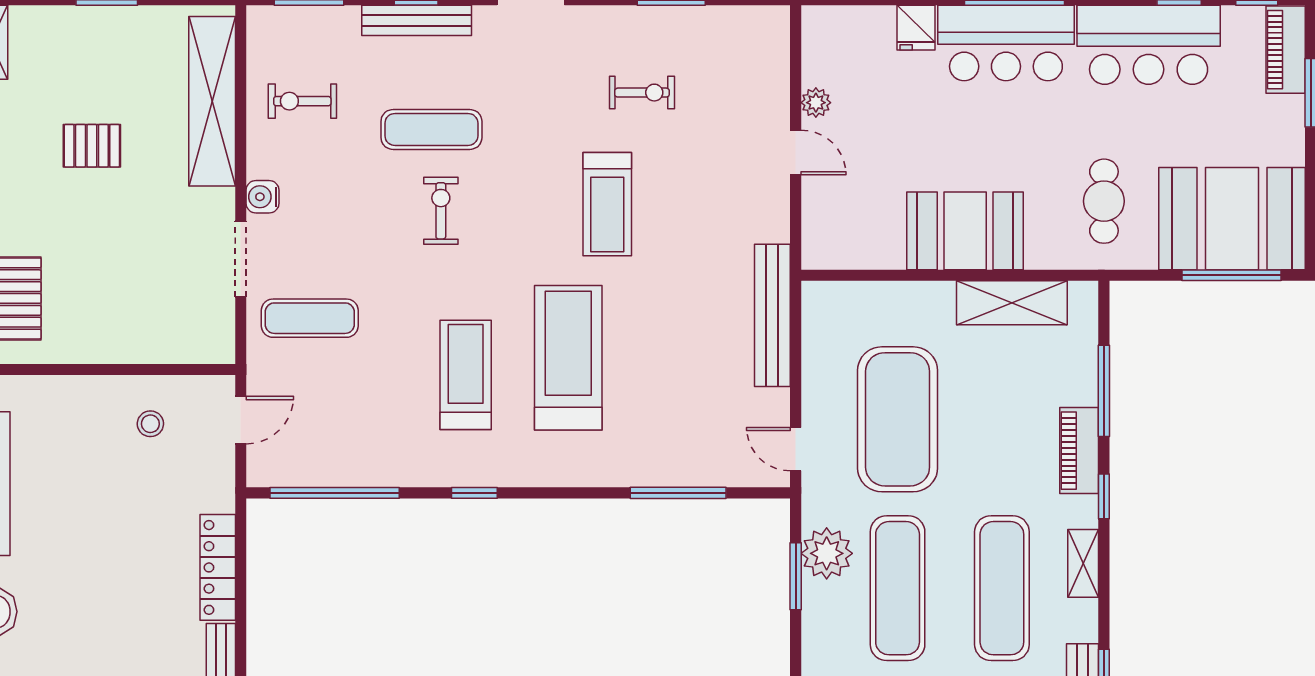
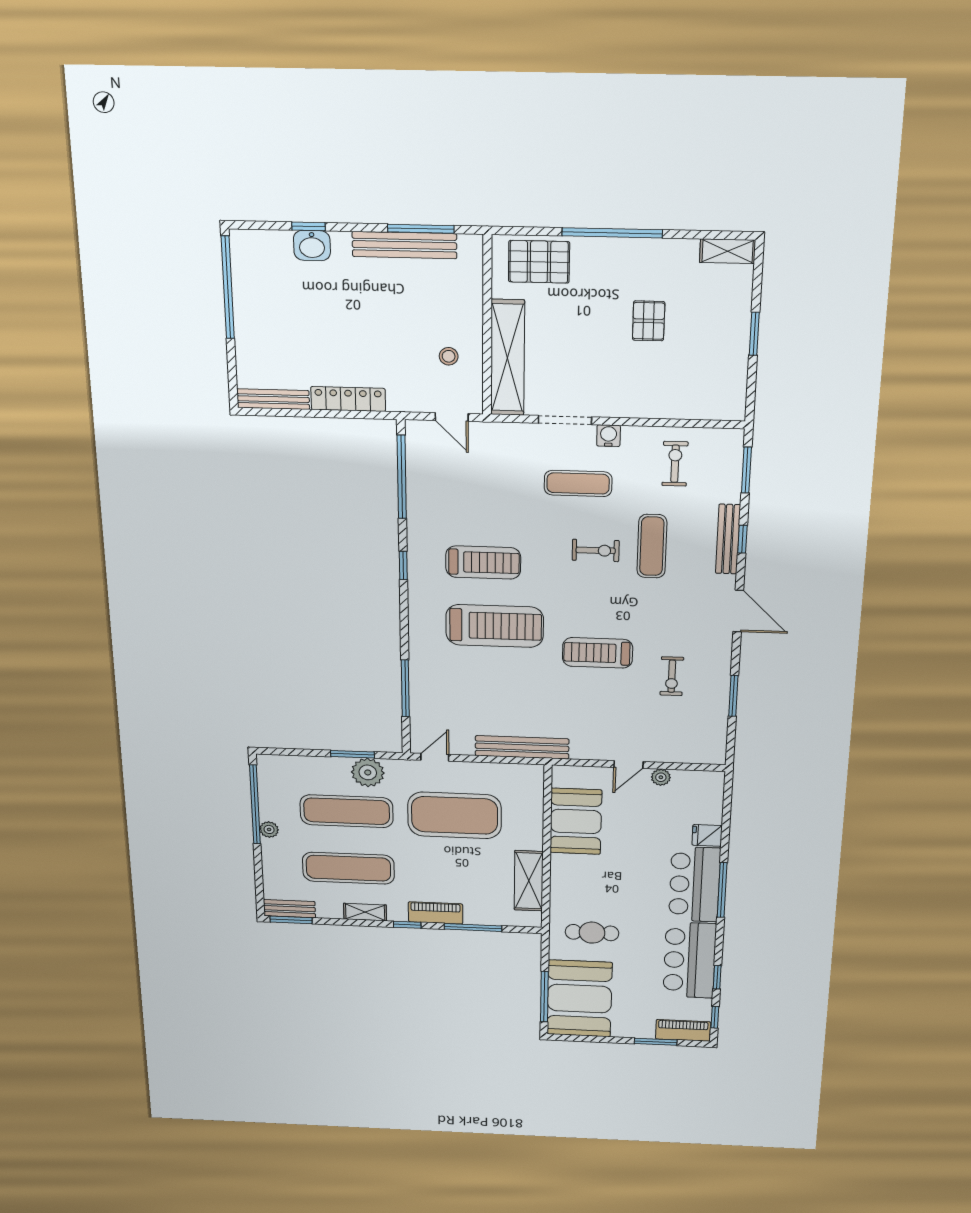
shelving: (212, 101) -> (508, 358), moved, turned 90
booth: (965, 231) -> (576, 821), moved
exercise mat: (310, 318) -> (578, 483), moved, turned 90

